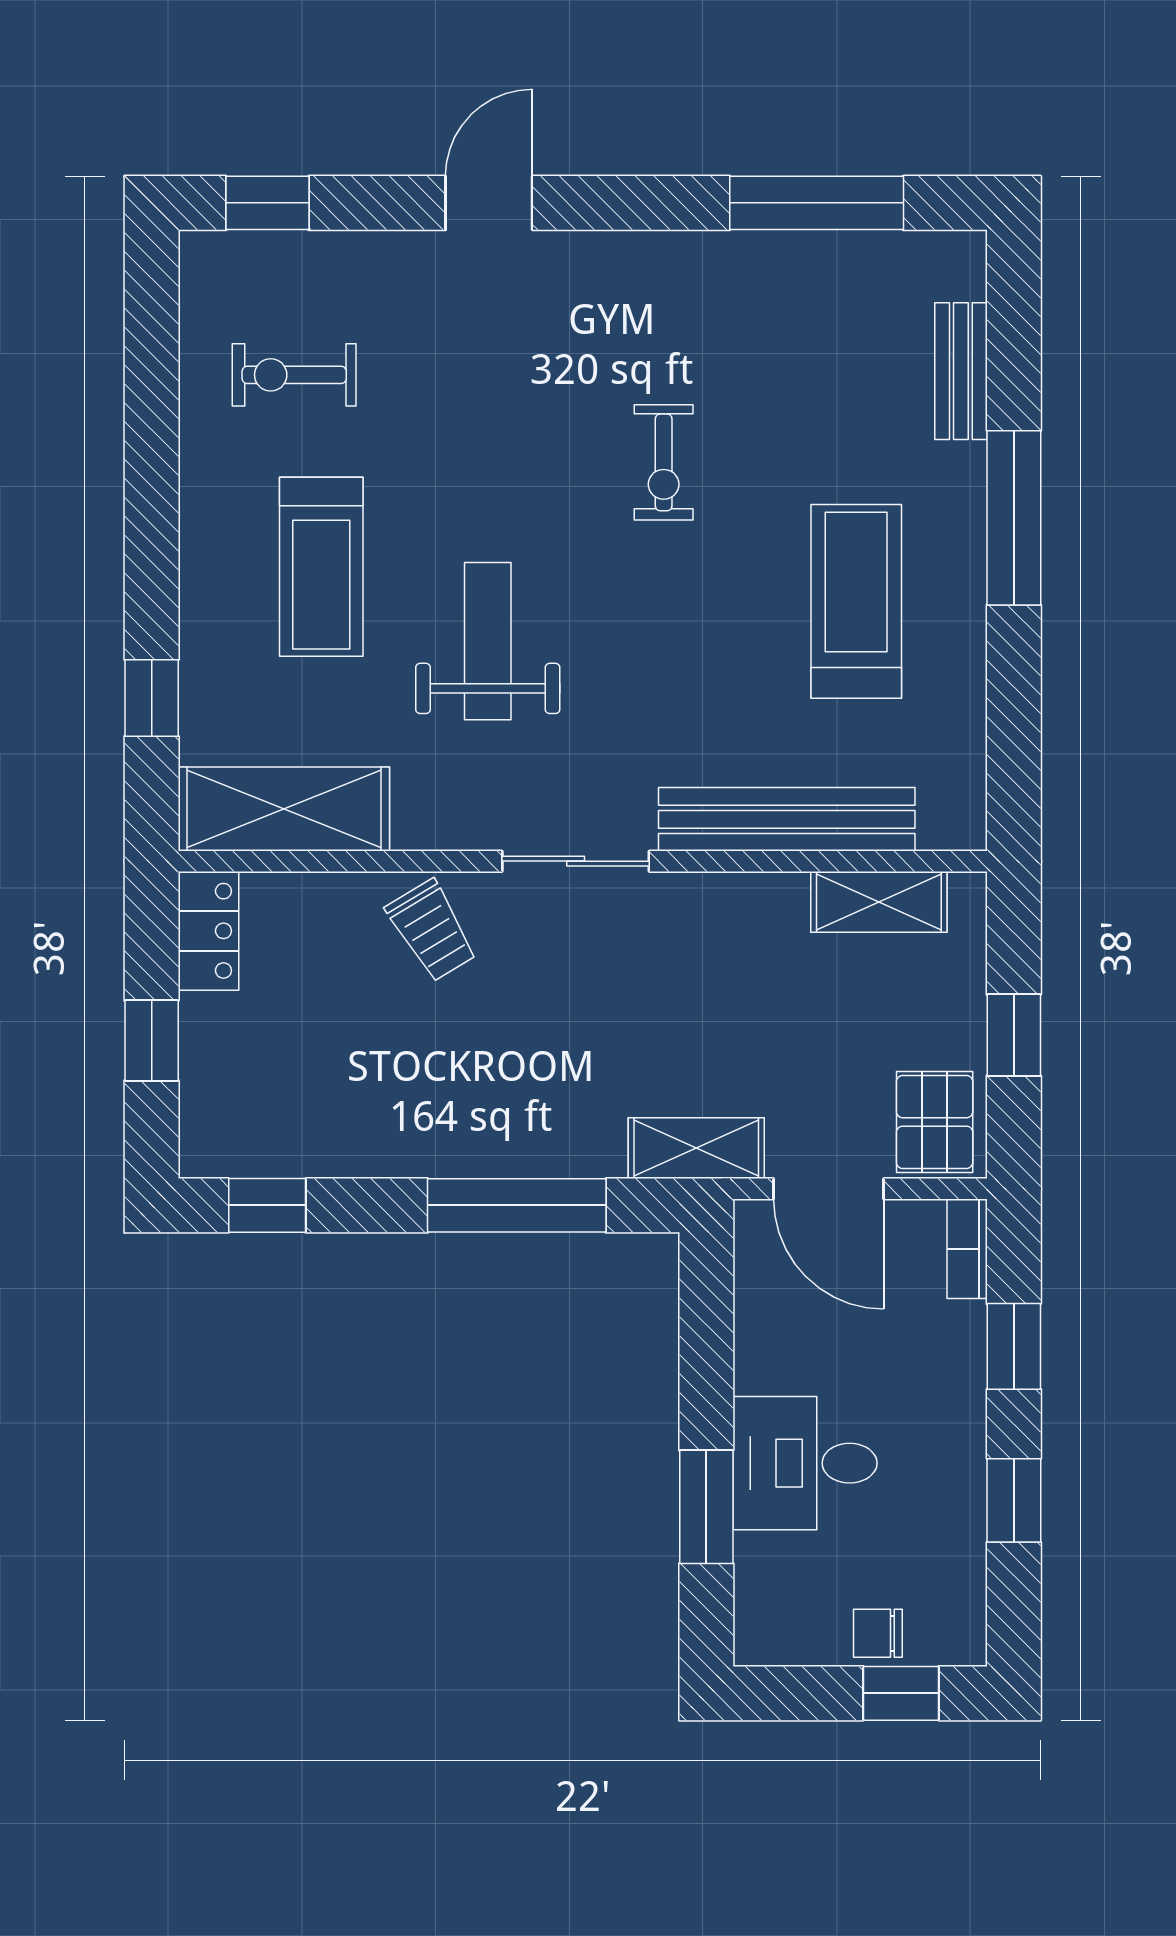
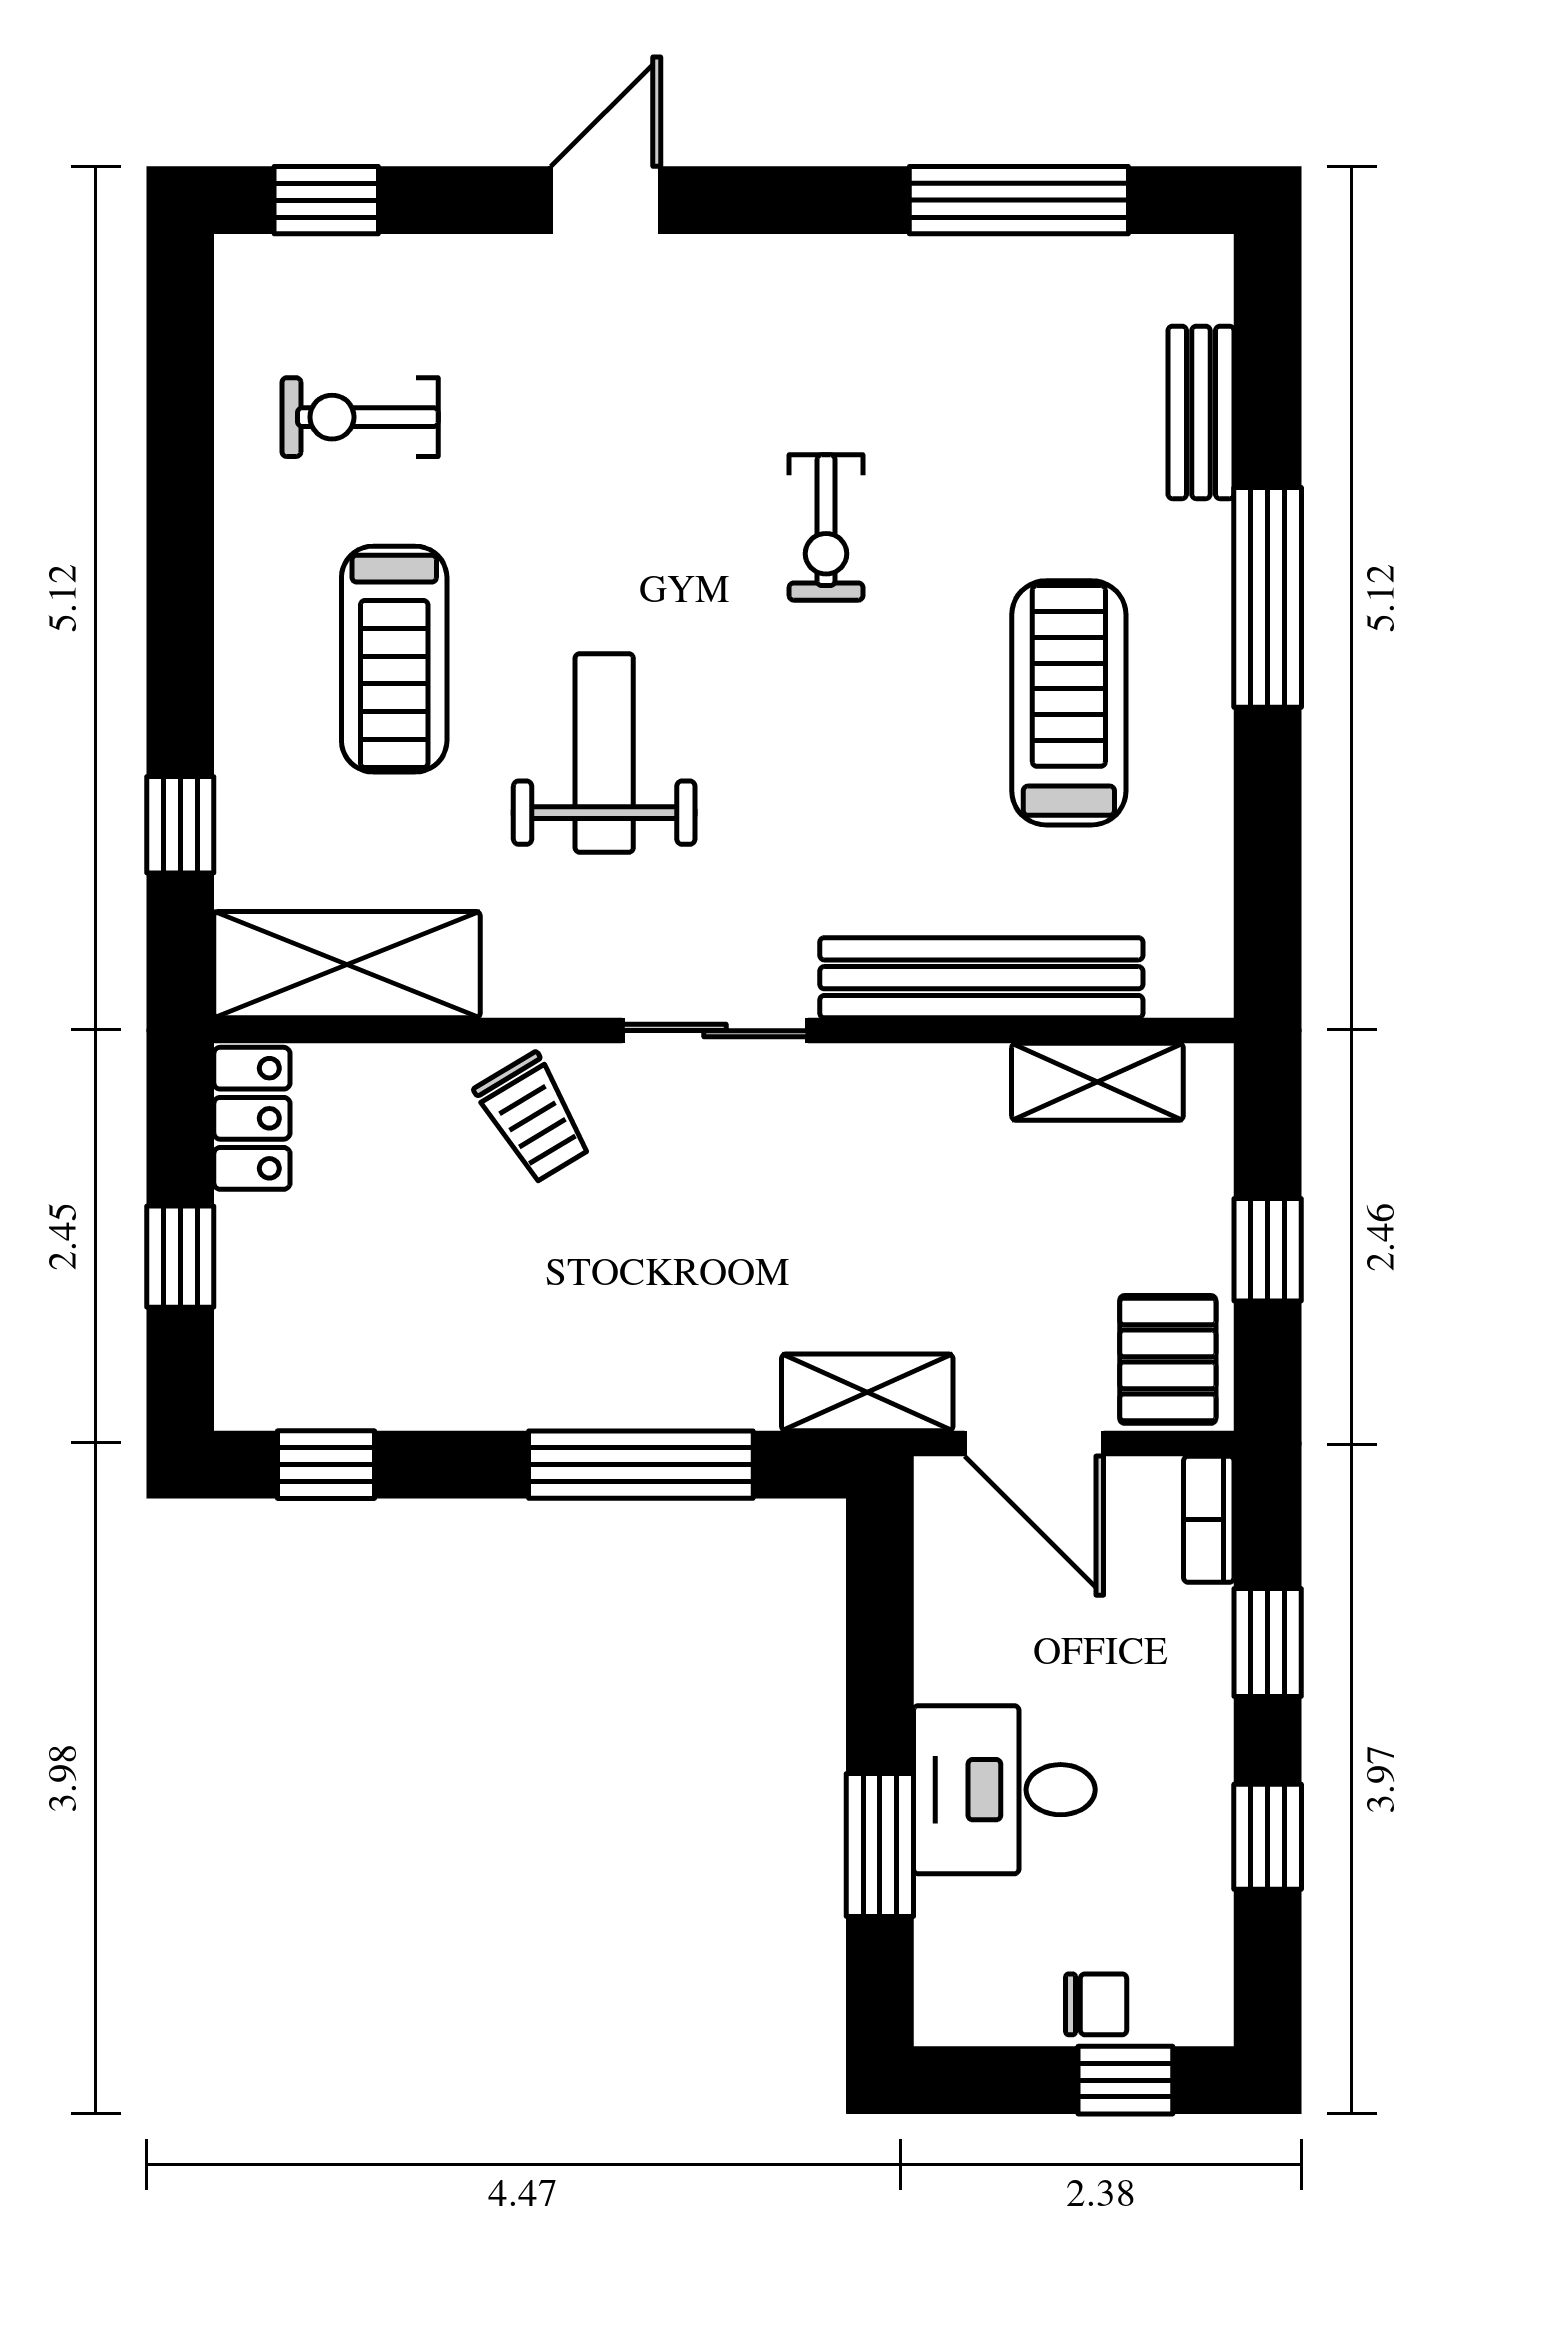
chair: (878, 1633) -> (1096, 2004), turned 180

